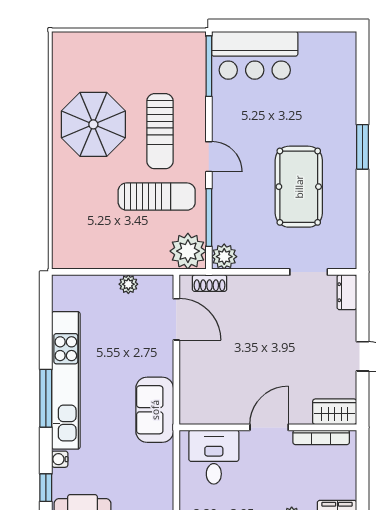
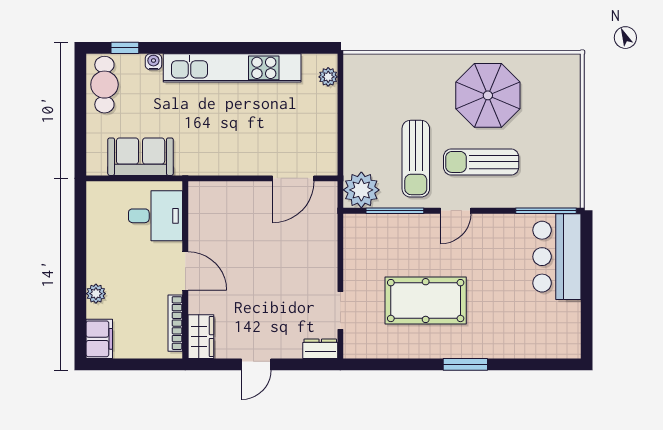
plant: (224, 257) -> (356, 226), removed
shoe rack: (210, 283) -> (329, 211), removed
plant: (128, 284) -> (328, 77), moved
window: (46, 398) -> (214, 48), removed
sofa: (155, 410) -> (141, 157), moved

